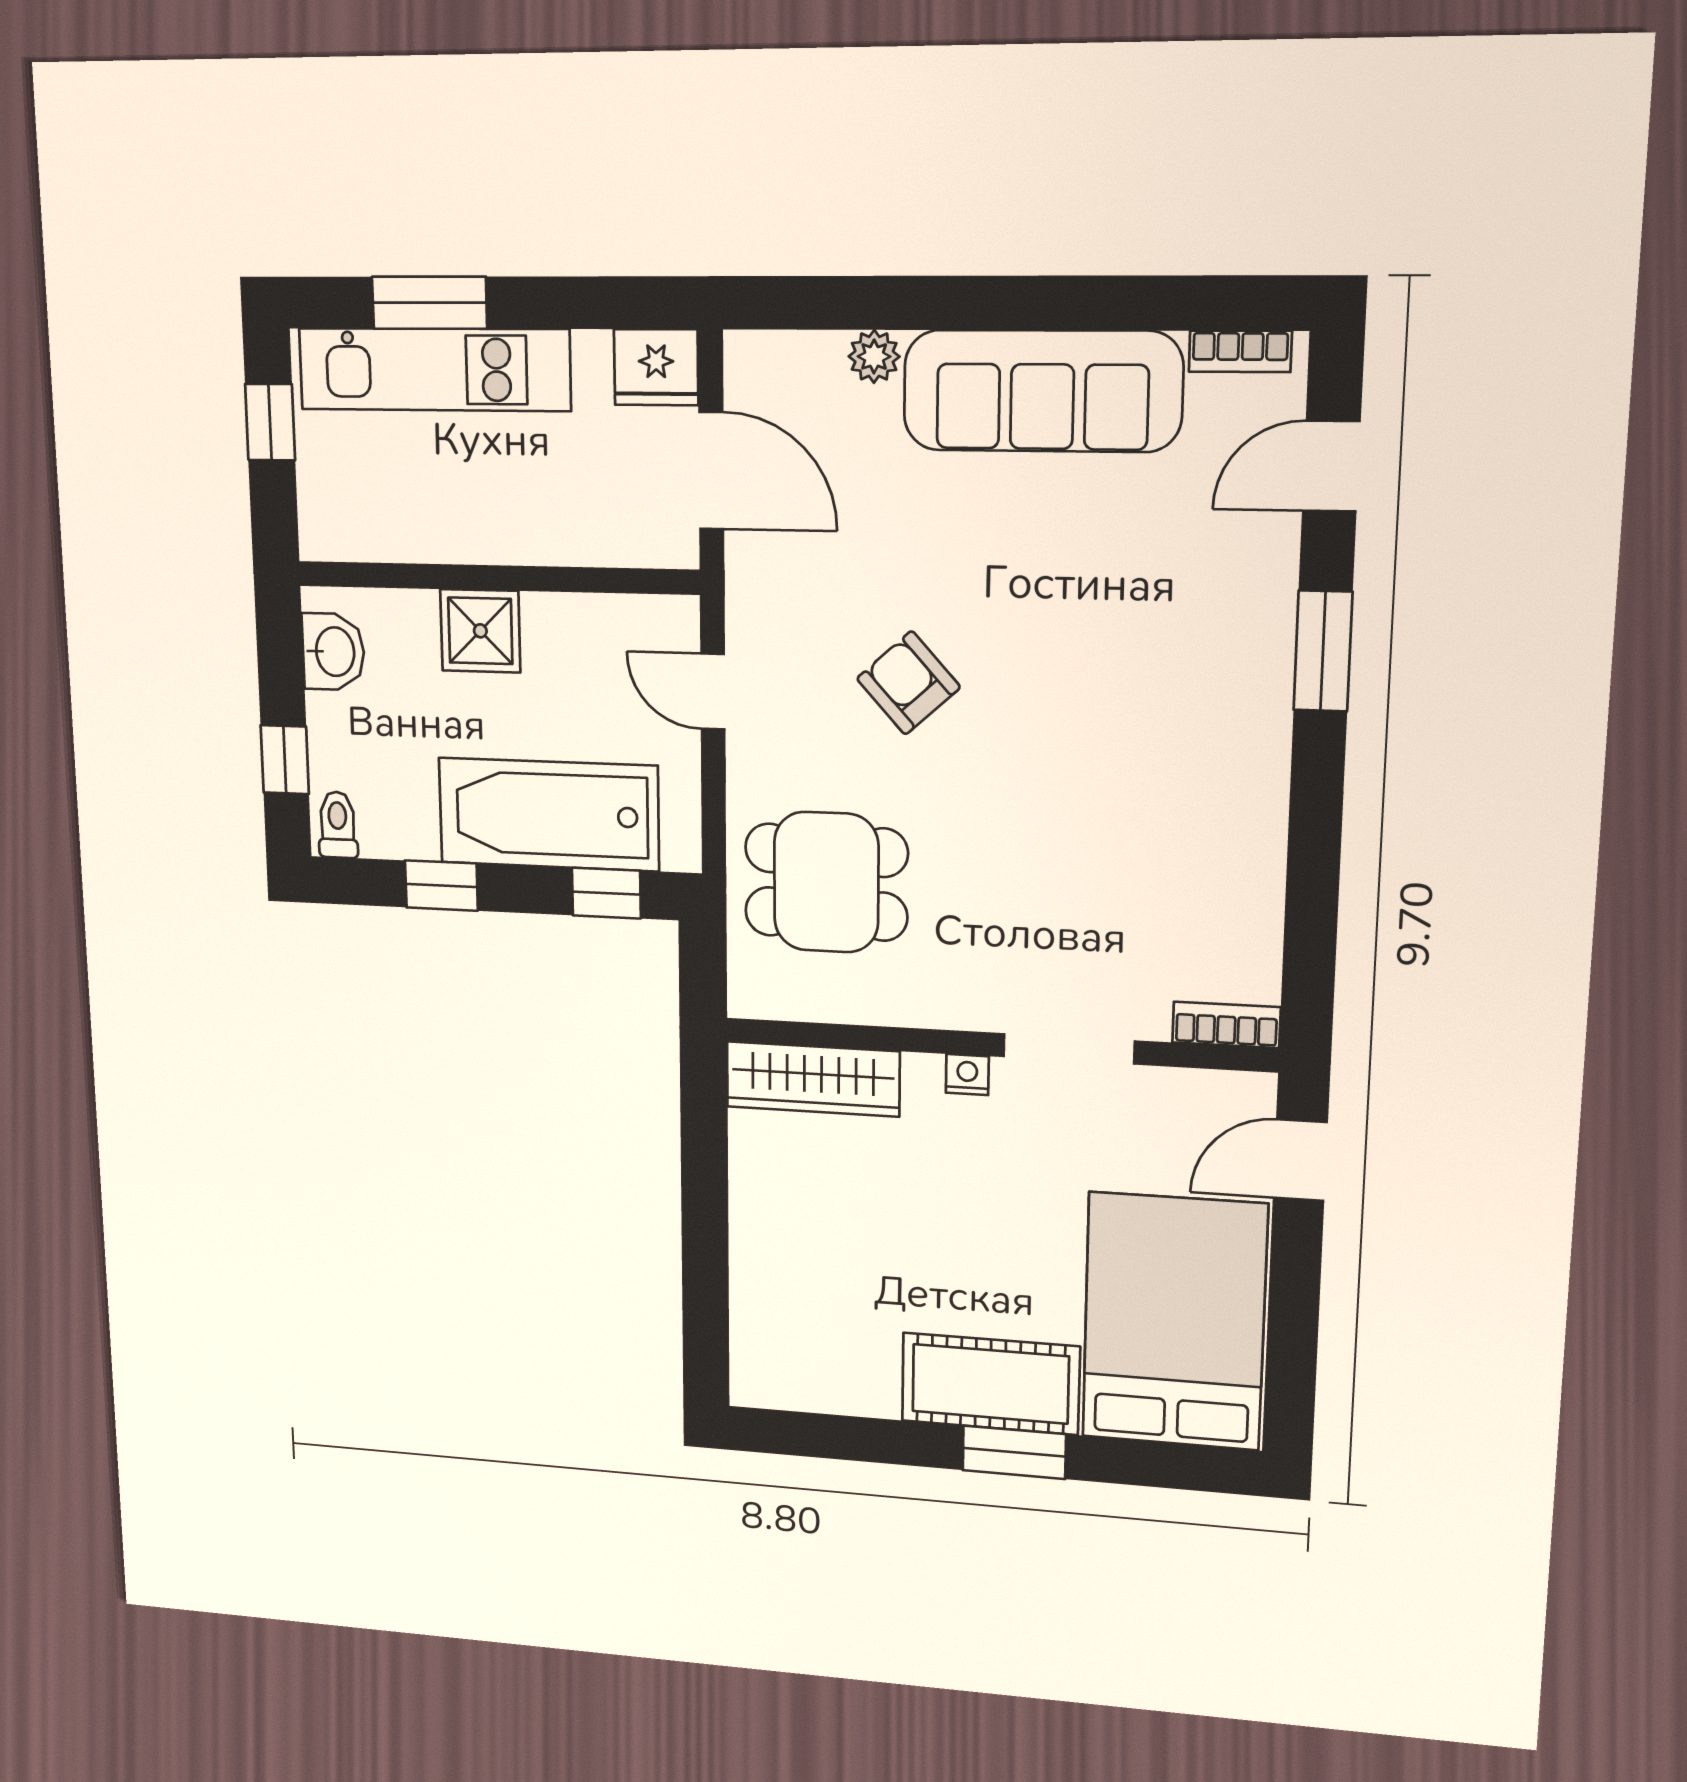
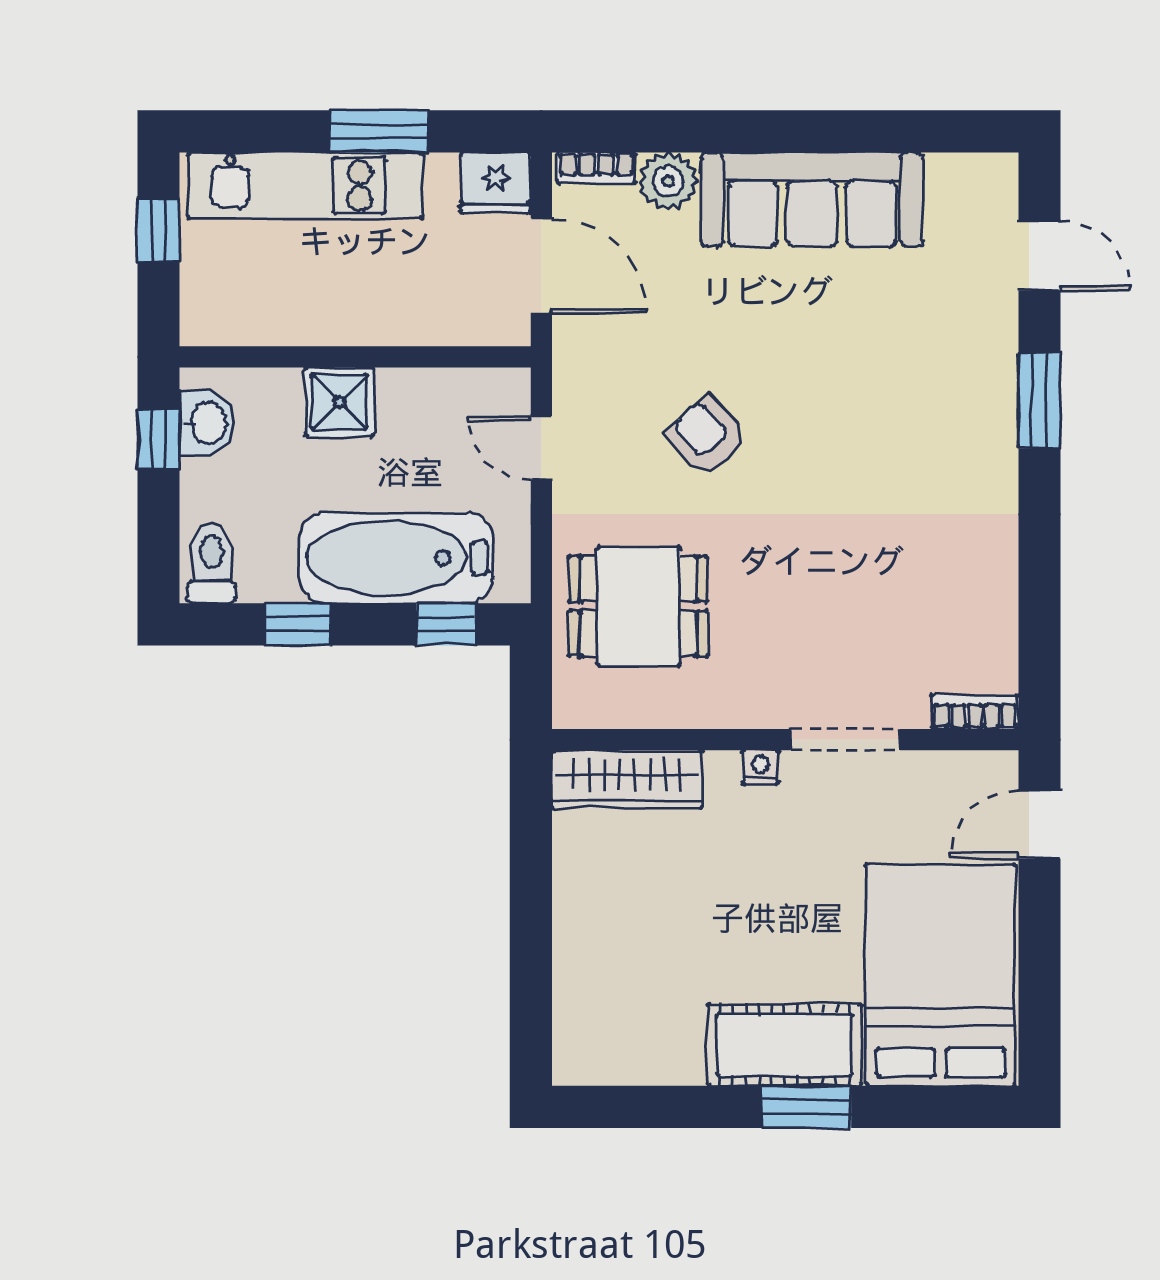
window: (429, 303) -> (379, 131), moved
bookcase: (1240, 351) -> (596, 168), moved
plant: (874, 356) -> (668, 181), width x1.38, depth x1.38
door: (1331, 466) -> (1039, 256), swing flipped
window: (285, 760) -> (158, 439), moved
toilet: (338, 825) -> (211, 563), width x1.37, depth x1.39

